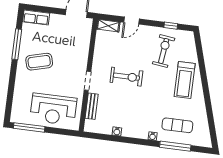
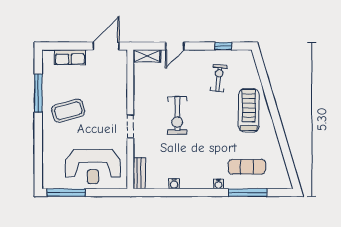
row of seats: (36, 17) -> (70, 57), moved
exercise bike: (164, 51) -> (219, 78), width x0.73, depth x0.72
exercise bike: (126, 77) -> (177, 115), turned 90
treadmill: (185, 80) -> (249, 110), turned 180
bench: (92, 106) -> (139, 173), moved

